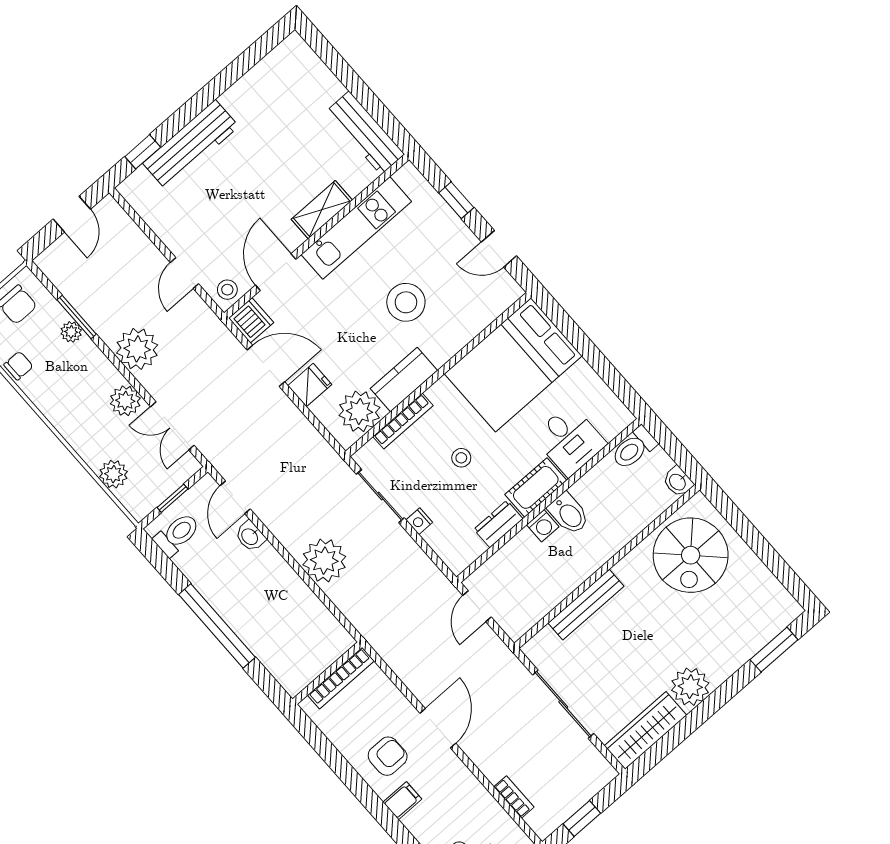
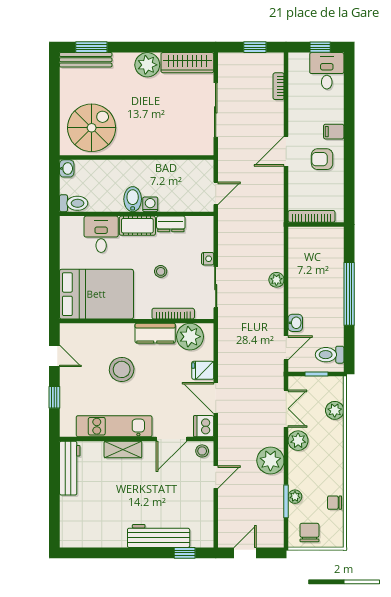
plant: (324, 561) -> (276, 280), width x0.53, depth x0.53
bench: (586, 605) -> (86, 60), moved

